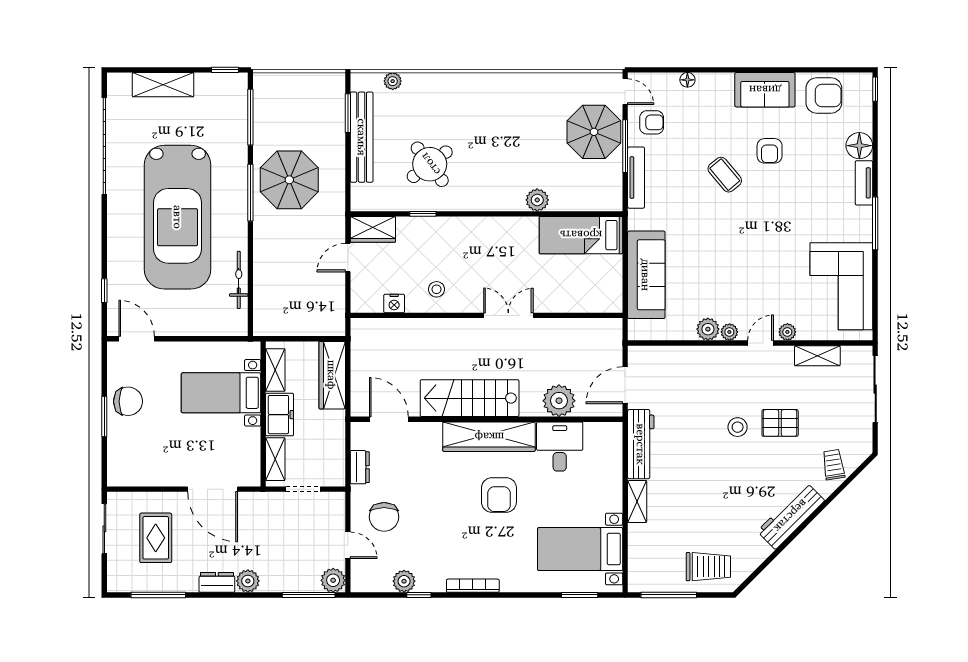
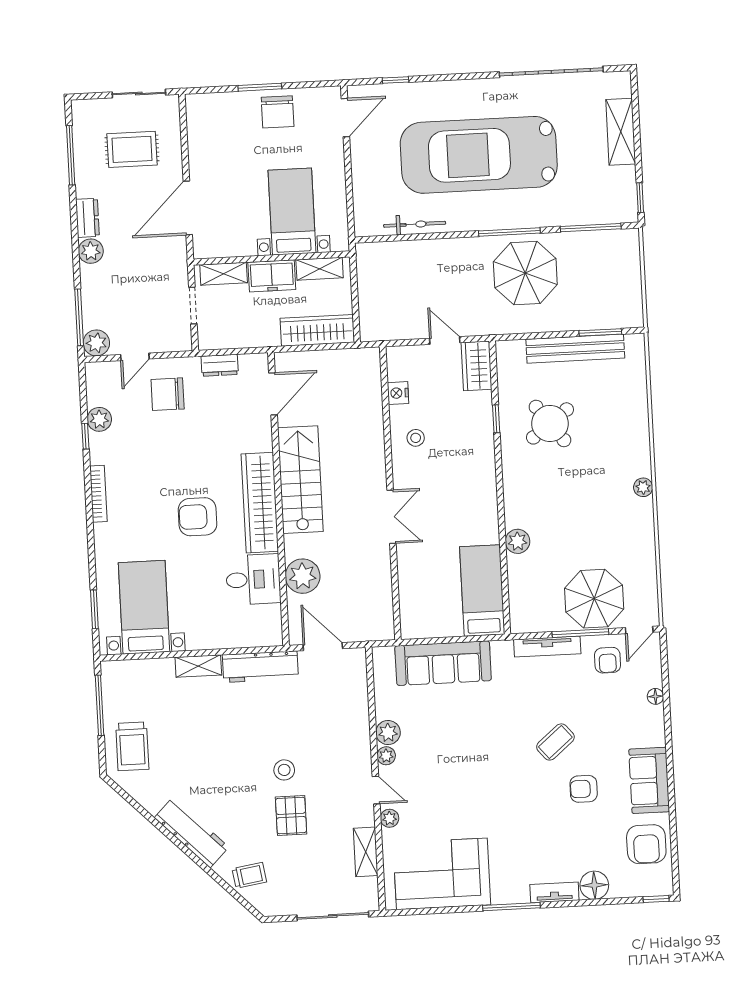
plant: (393, 81) -> (643, 487), moved

